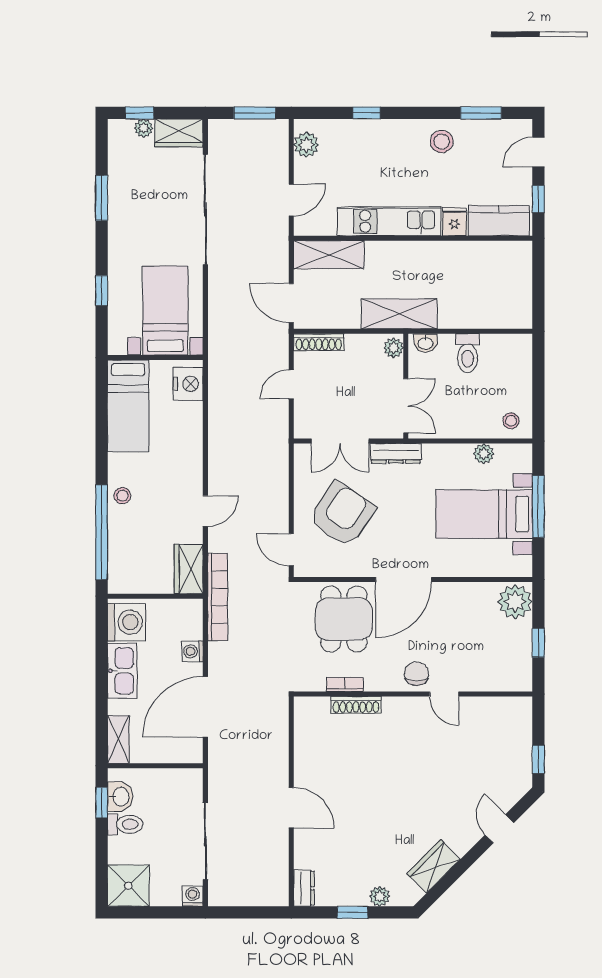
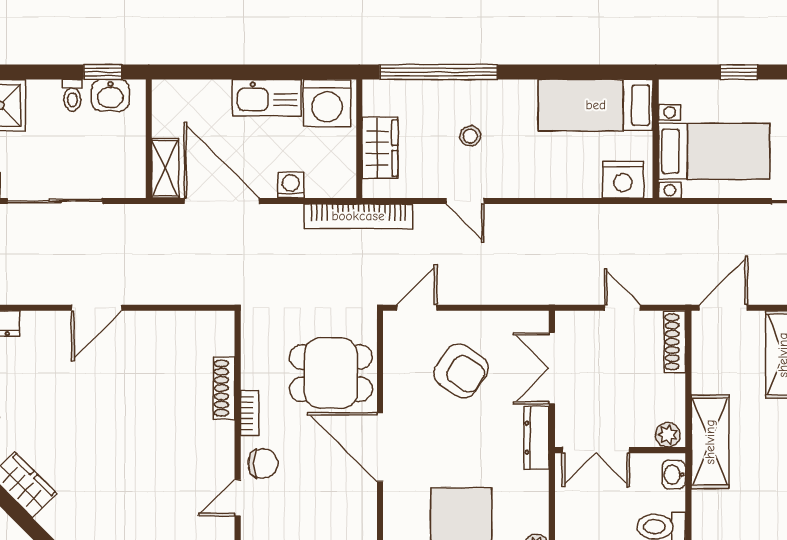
stool: (122, 496) -> (470, 136), moved
armchair: (342, 514) -> (461, 371), width x0.73, depth x0.73
wardrobe: (189, 569) -> (380, 148), moved, turned 90
bookcase: (345, 684) -> (250, 413), moved
shelving: (118, 739) -> (165, 168), moved, turned 90
toilet: (125, 824) -> (72, 95), width x0.73, depth x0.72

